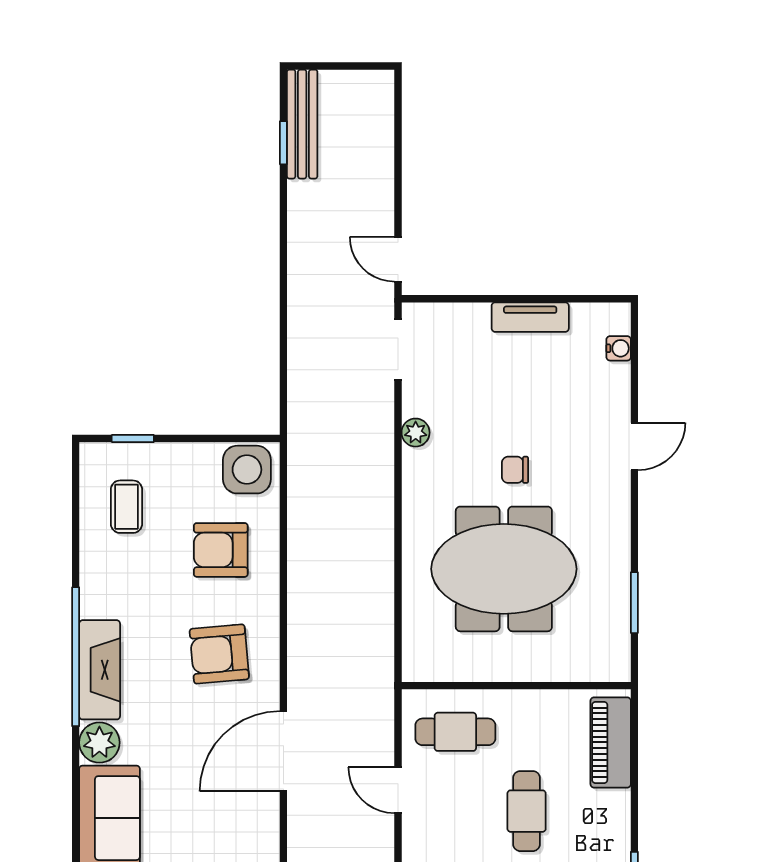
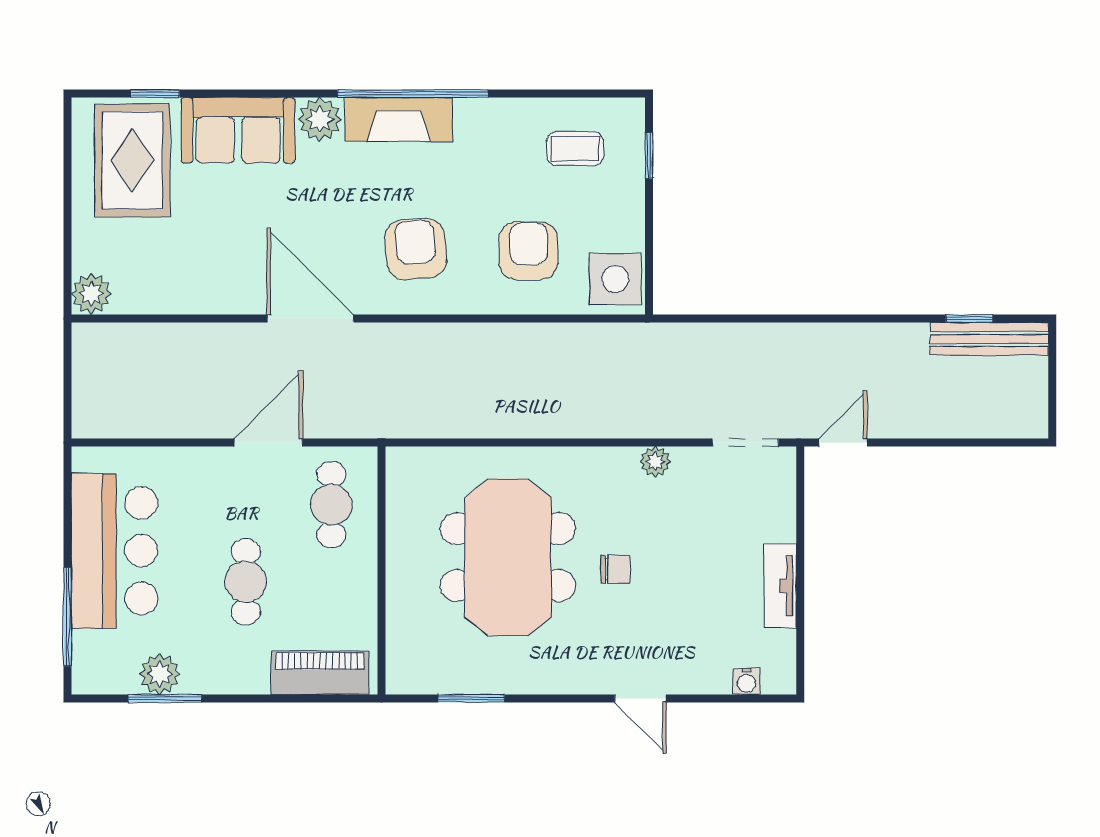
chair: (515, 470) -> (615, 569), turned 90
door: (398, 790) -> (268, 443), width x1.38
cafe table: (527, 811) -> (246, 582), turned 90

